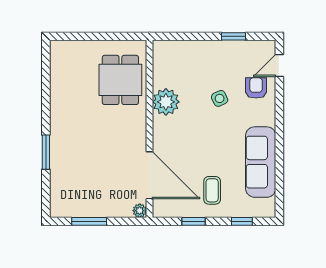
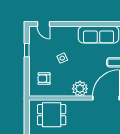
armchair: (256, 88) -> (44, 79), moved
plant: (166, 102) -> (80, 89), moved

